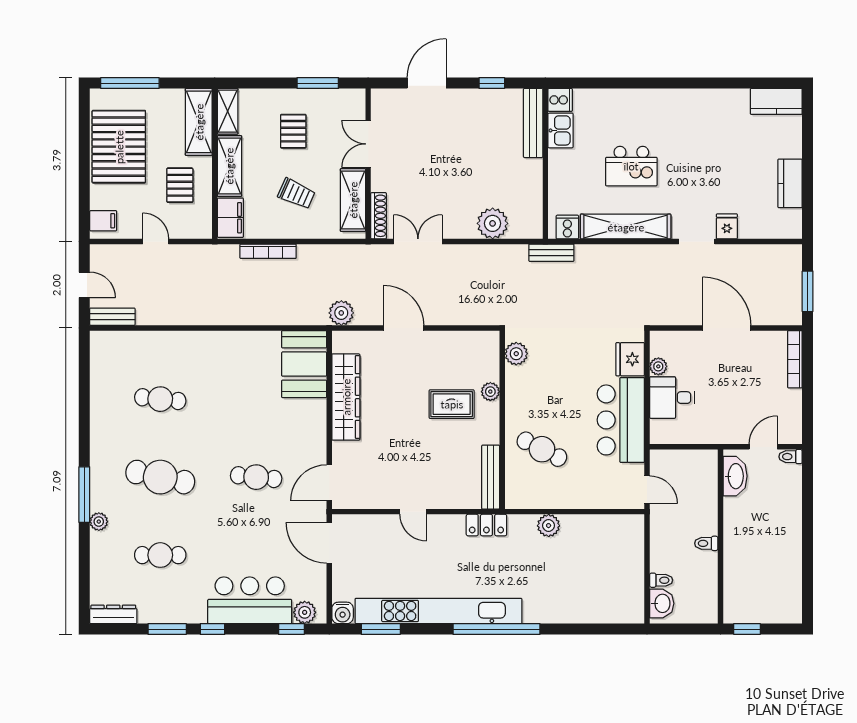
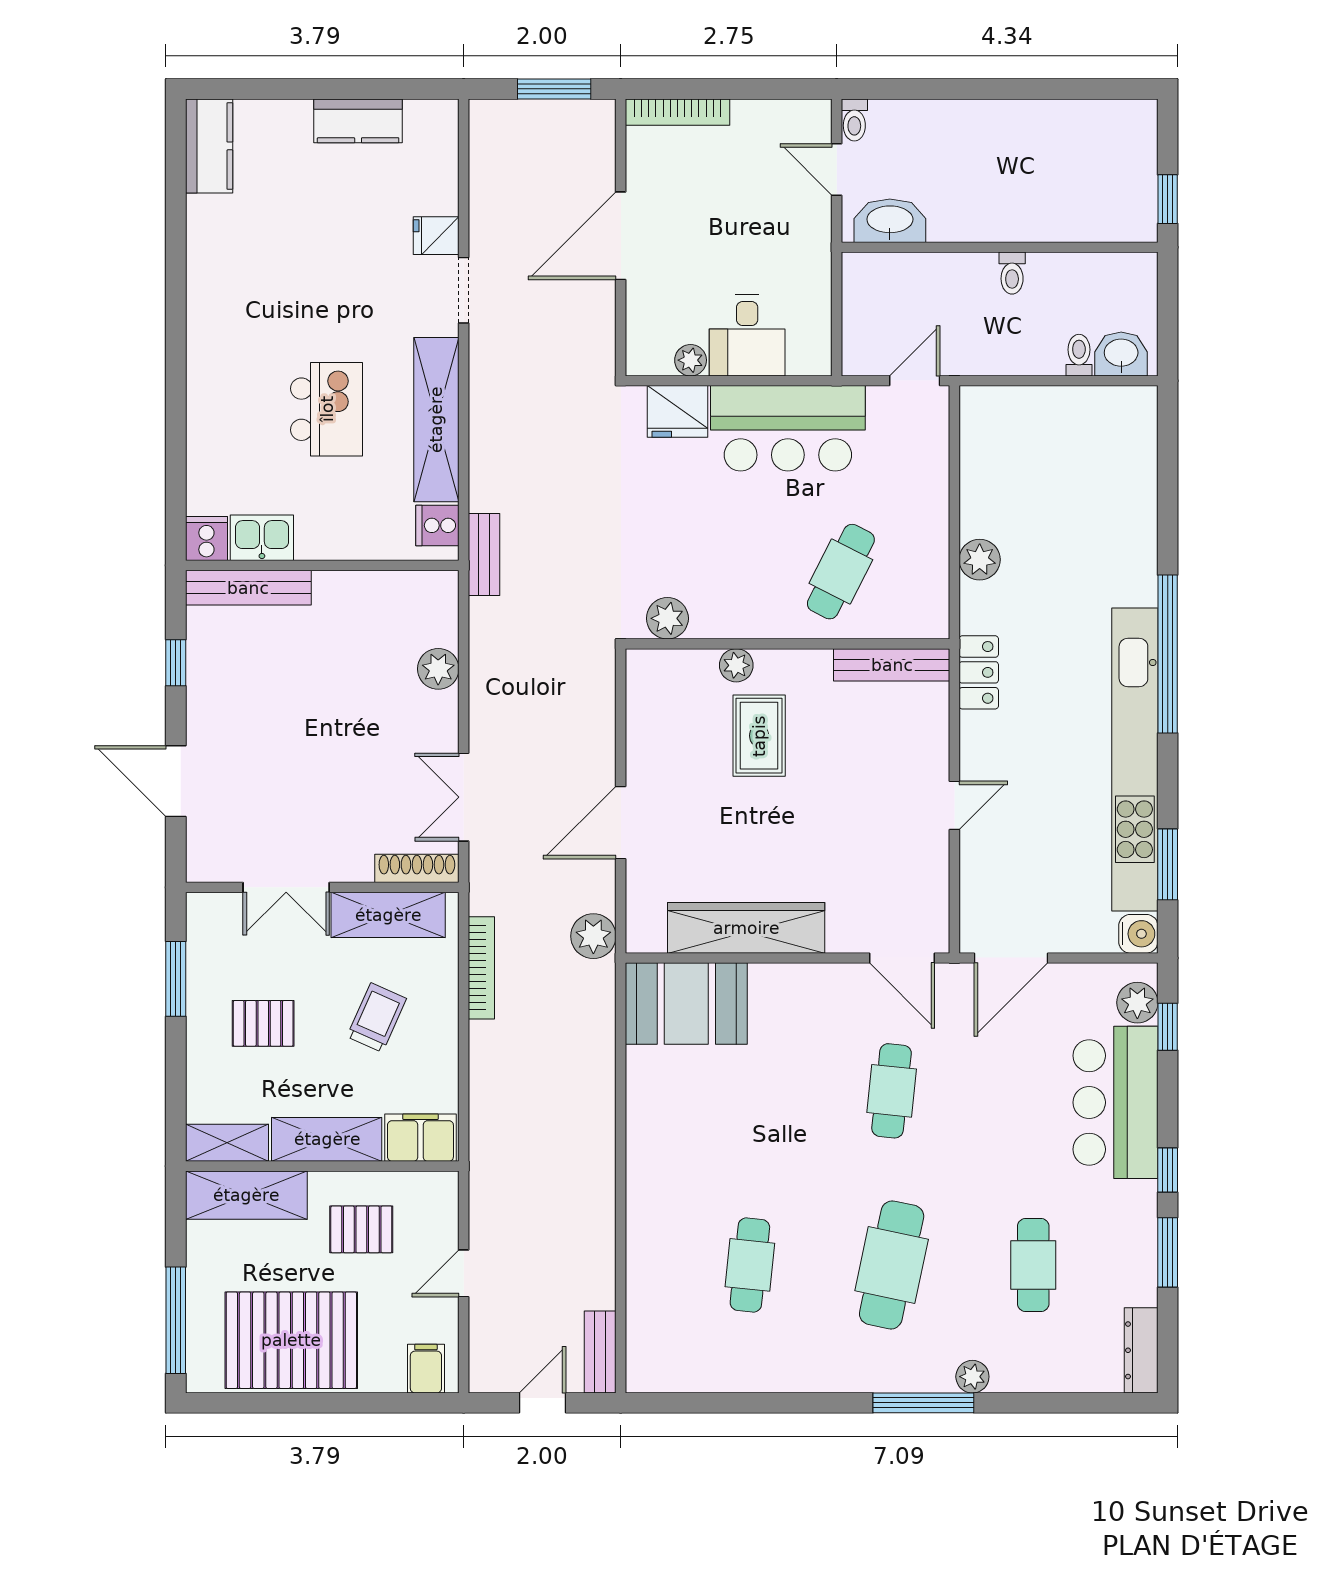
plant: (493, 223) -> (438, 669), width x0.73, depth x0.73
bookcase: (268, 251) -> (481, 968), moved

